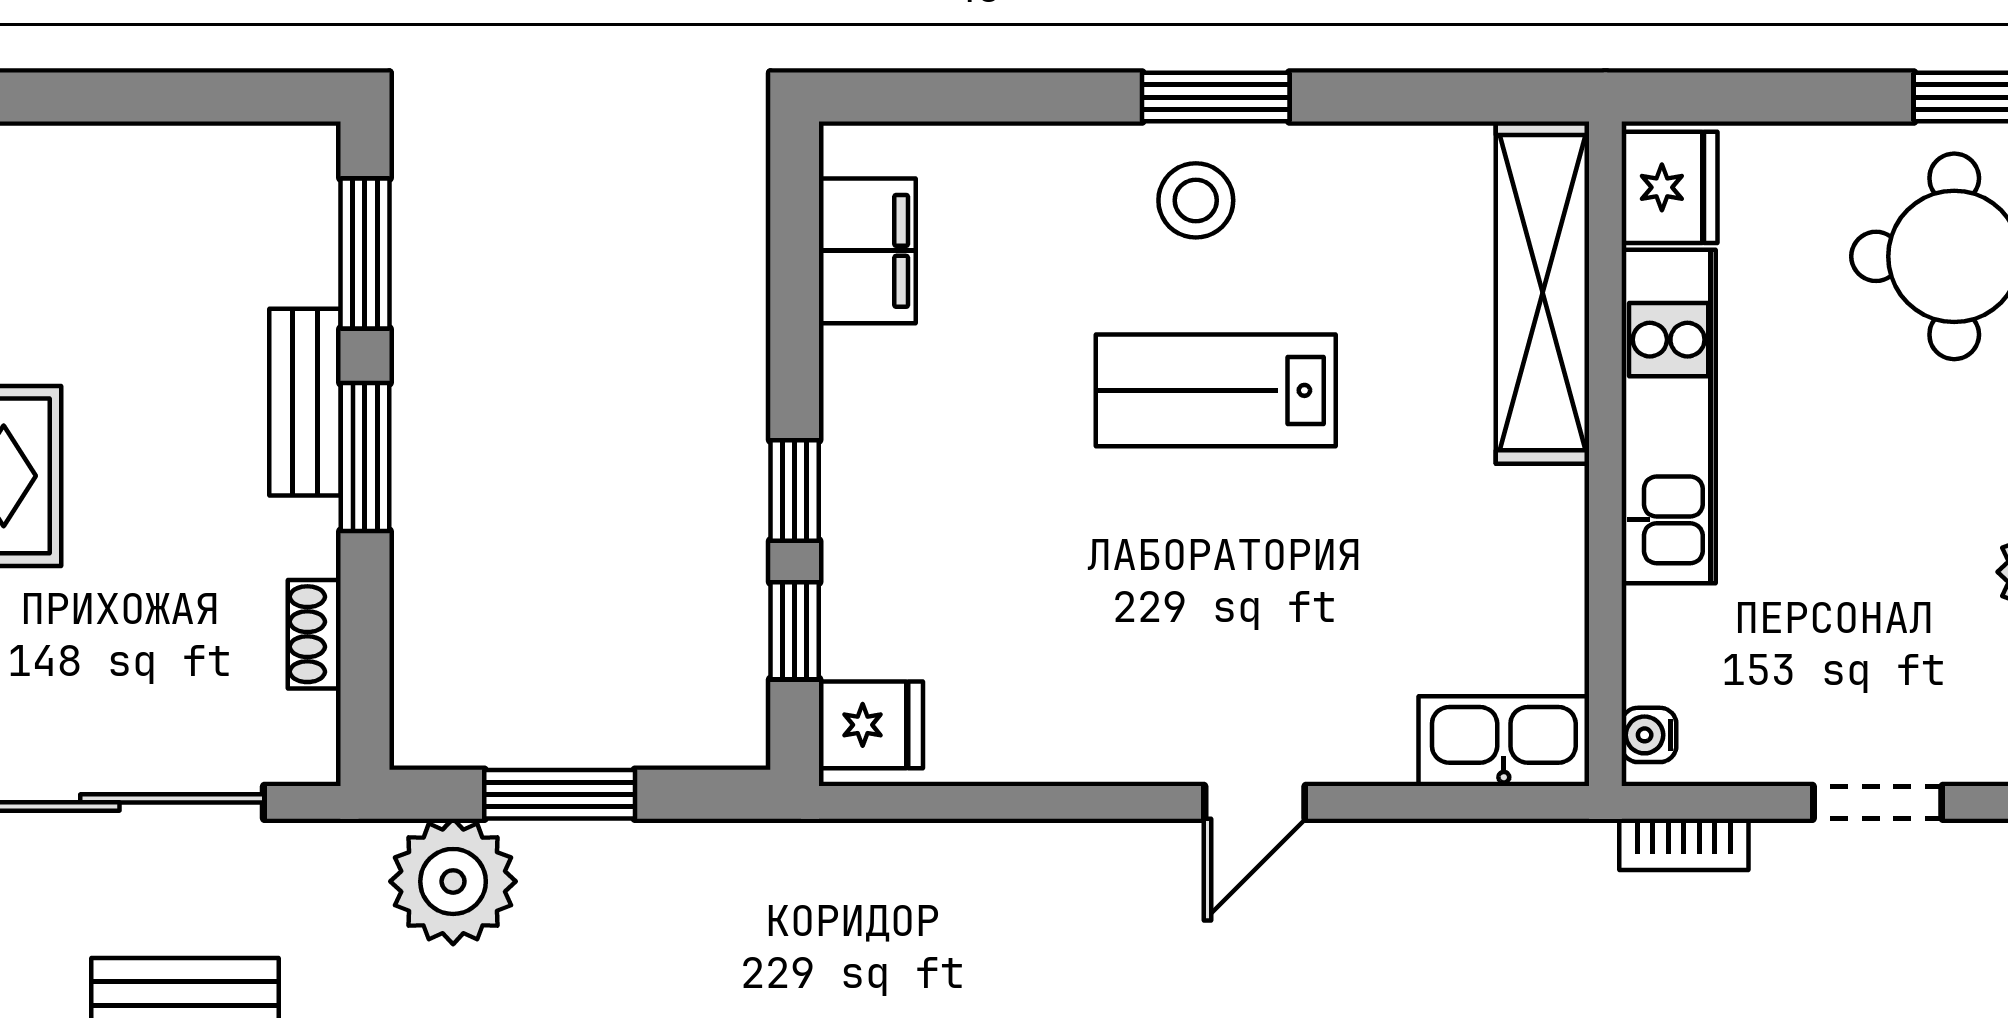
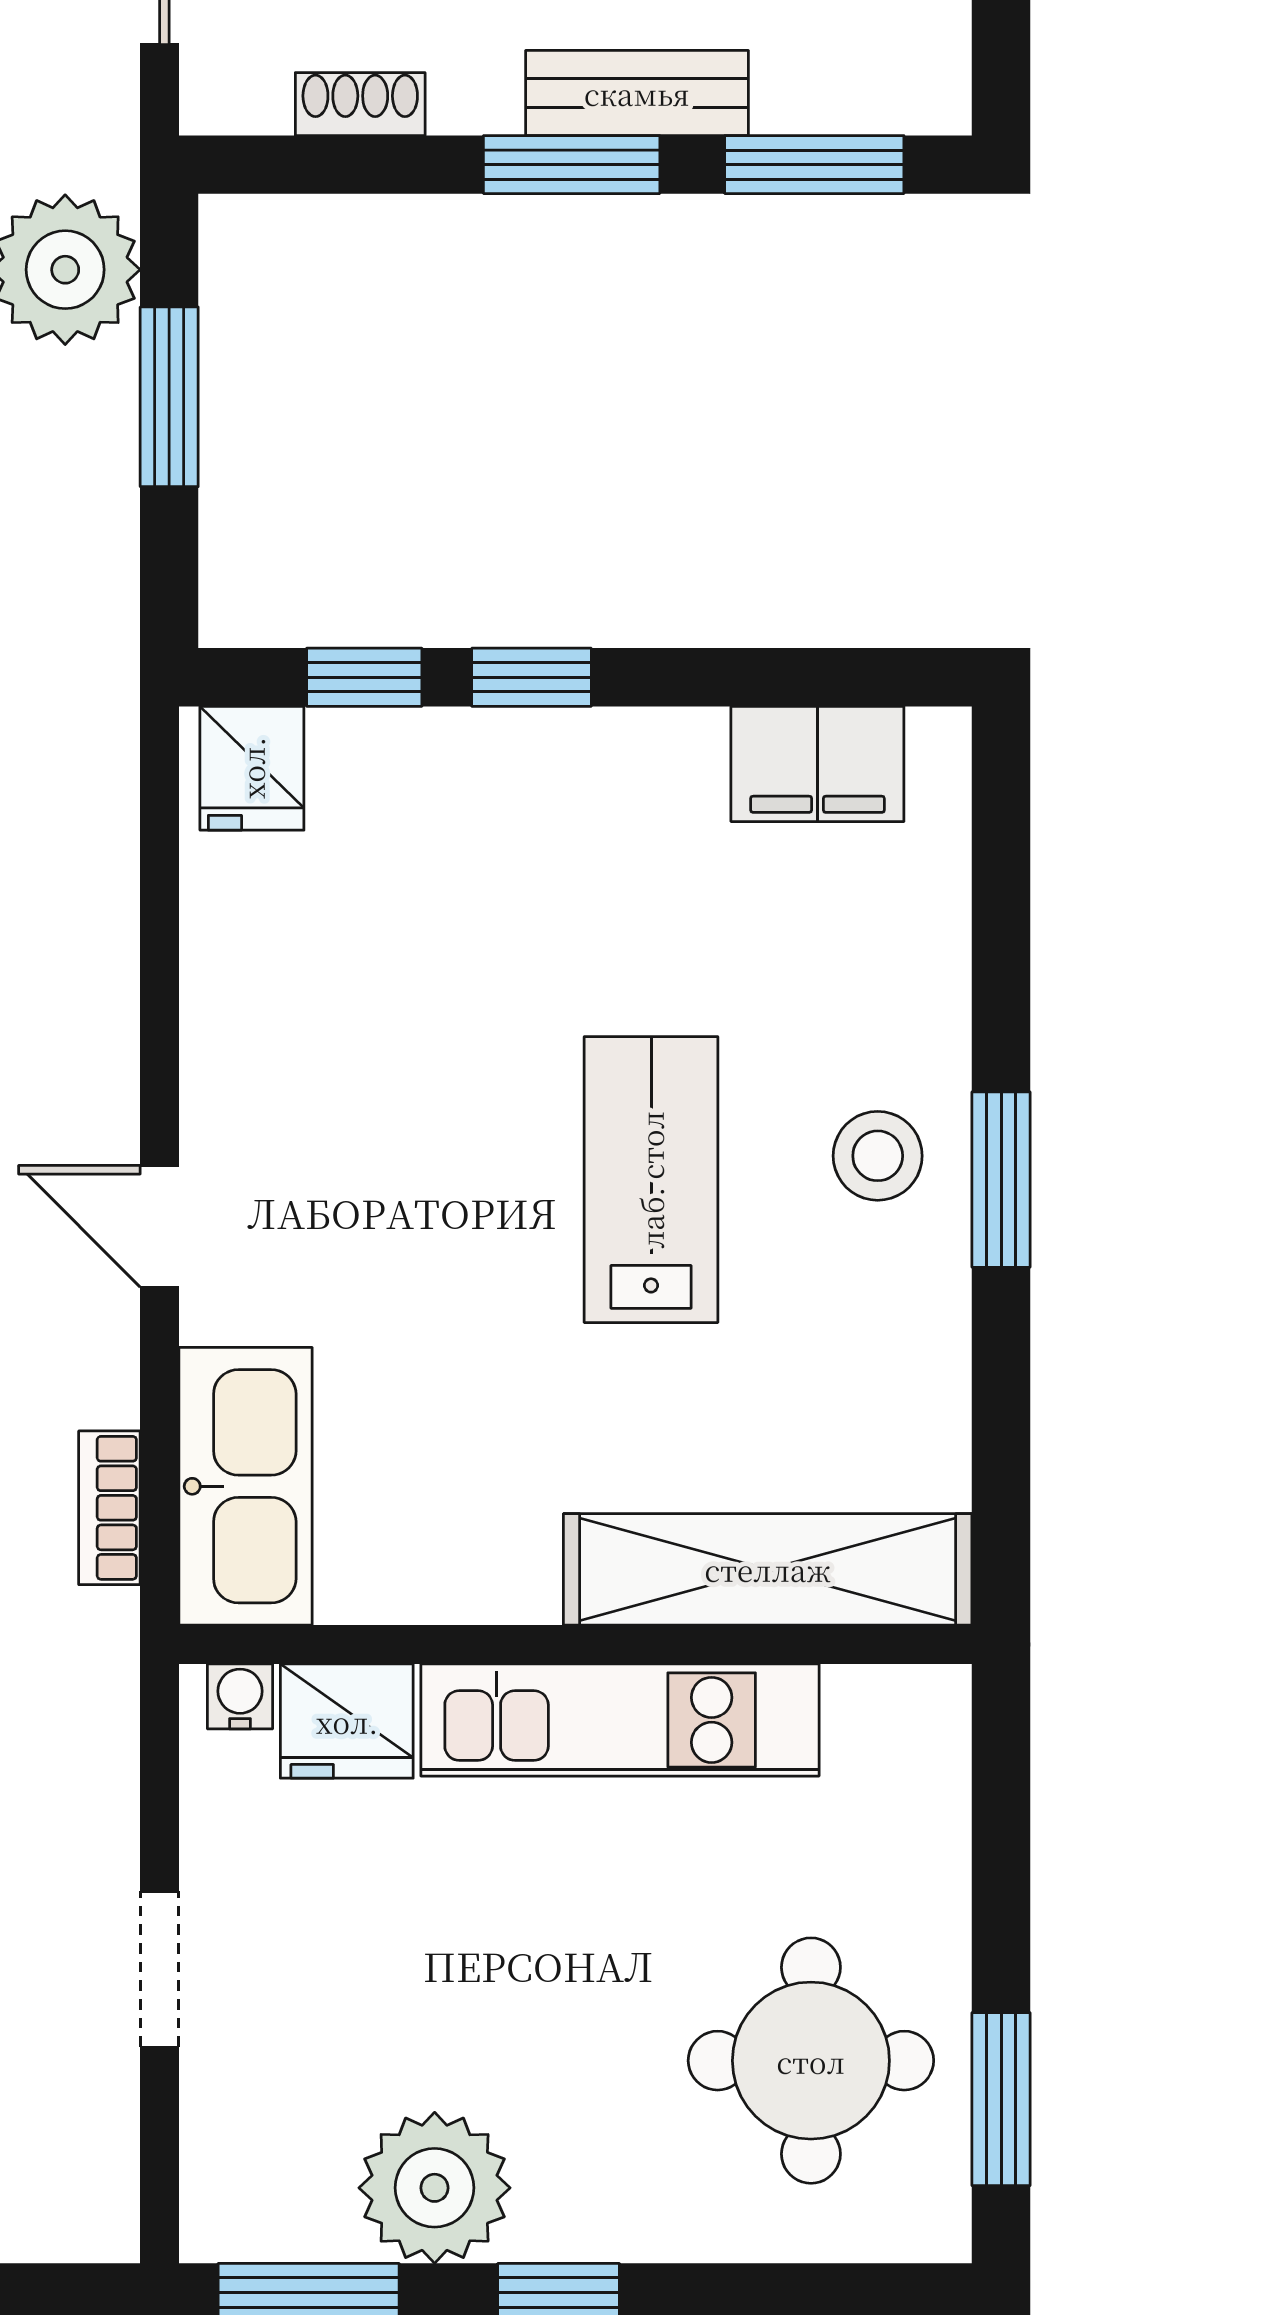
fridge: (1670, 187) -> (347, 1721), moved
kitchen sink: (1504, 741) -> (245, 1486), width x1.36, depth x1.24
bookcase: (1684, 844) -> (109, 1508), moved

